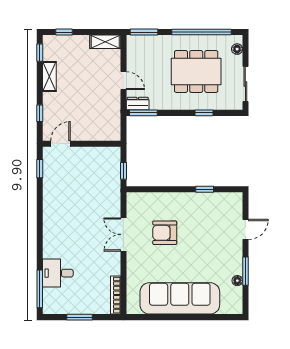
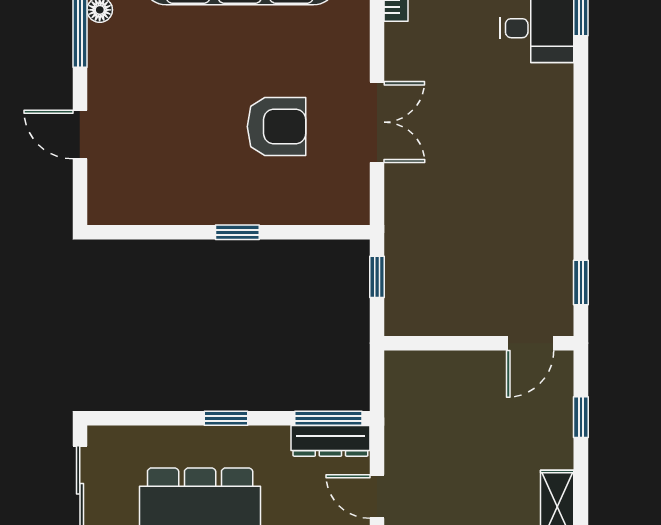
dresser: (138, 104) -> (330, 441), width x1.44
window: (204, 113) -> (226, 418), moved
window: (205, 189) -> (237, 232), moved
door: (245, 229) -> (80, 135), hinge flipped

